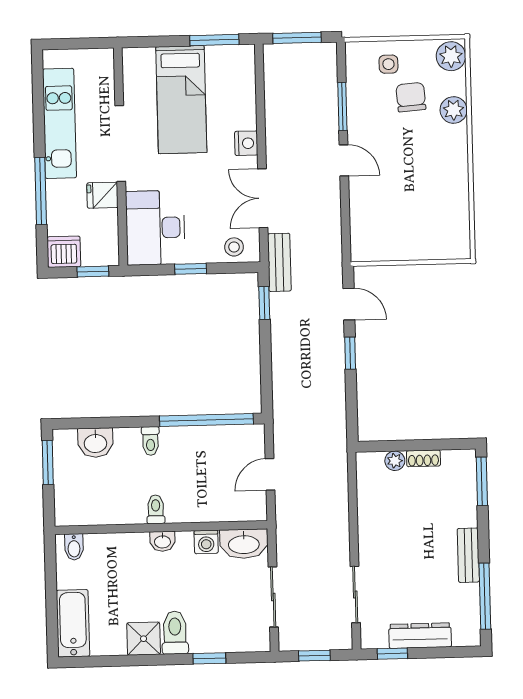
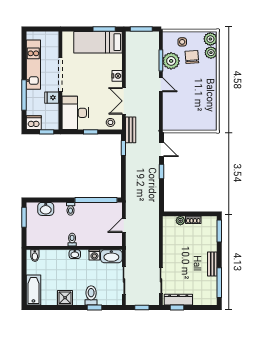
bed: (181, 100) -> (98, 42), moved, turned 90
plant: (365, 107) -> (171, 61), added
plant: (454, 110) -> (211, 53), moved
toilet: (175, 633) -> (91, 295), moved
dresser: (420, 636) -> (178, 300), moved

